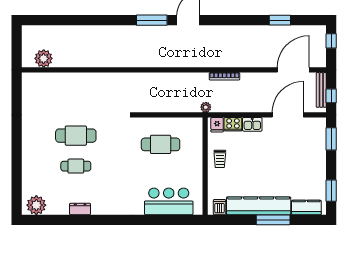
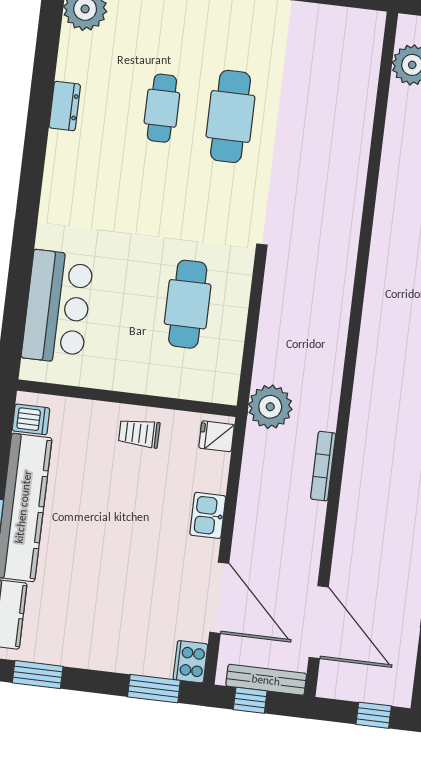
plant: (206, 107) -> (270, 407), width x1.88, depth x1.88
cooker: (233, 124) -> (190, 662), moved

